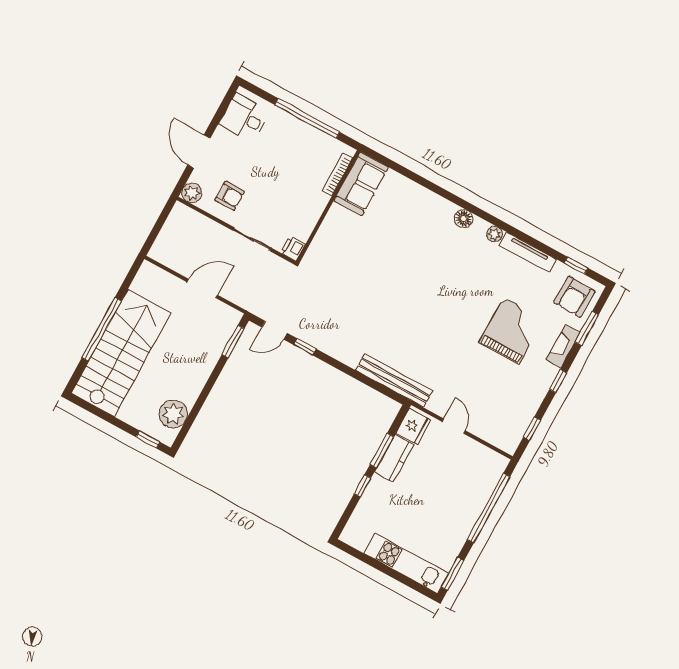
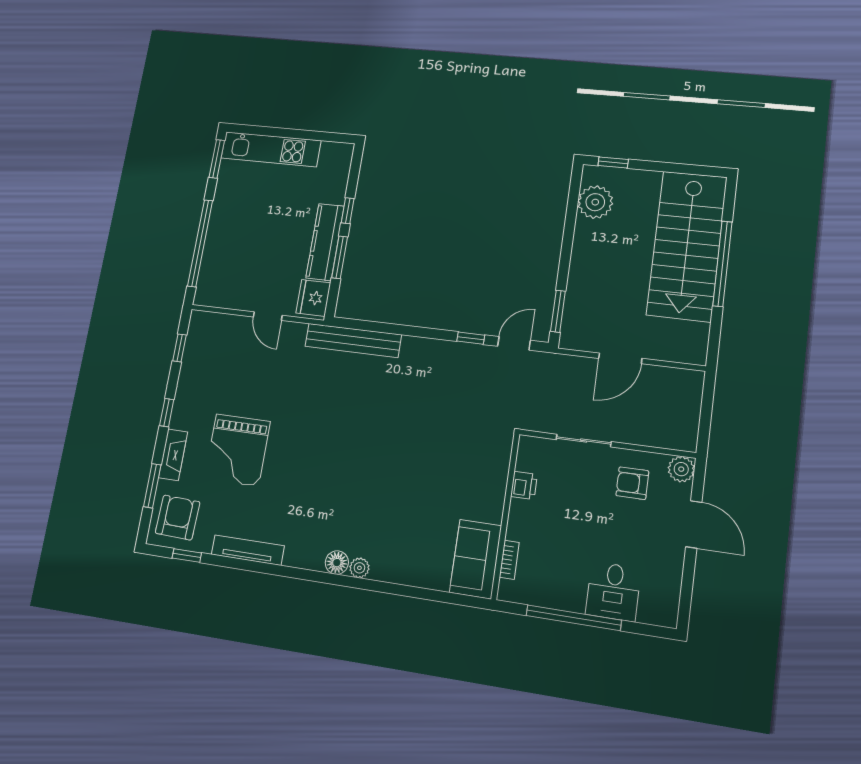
desk: (244, 118) -> (613, 591), moved, turned 90
bookcase: (337, 175) -> (509, 560), width x0.64
plant: (495, 234) -> (359, 568), moved
printer: (293, 248) -> (524, 485), moved
kitchen counter: (394, 458) -> (325, 242), width x1.50

